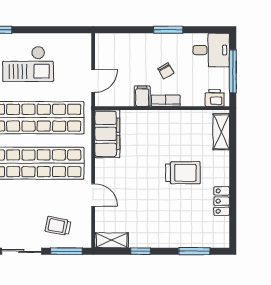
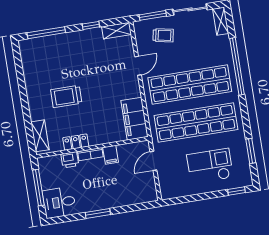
chair: (166, 71) -> (94, 179), removed
printer: (215, 98) -> (70, 160), moved
door: (93, 195) -> (138, 66), swing flipped
locker: (222, 201) -> (76, 142), moved, turned -90
window: (194, 251) -> (46, 33), width x1.44

